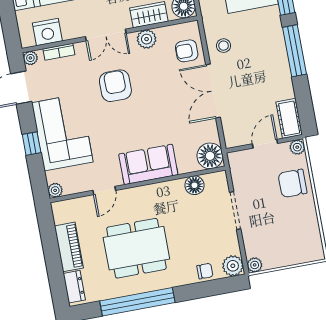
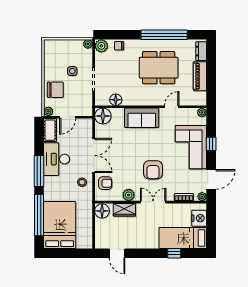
nightstand: (47, 32) -> (199, 218), moved, turned 90
desk: (270, 75) -> (57, 159), added
side table: (271, 218) -> (72, 71), added

